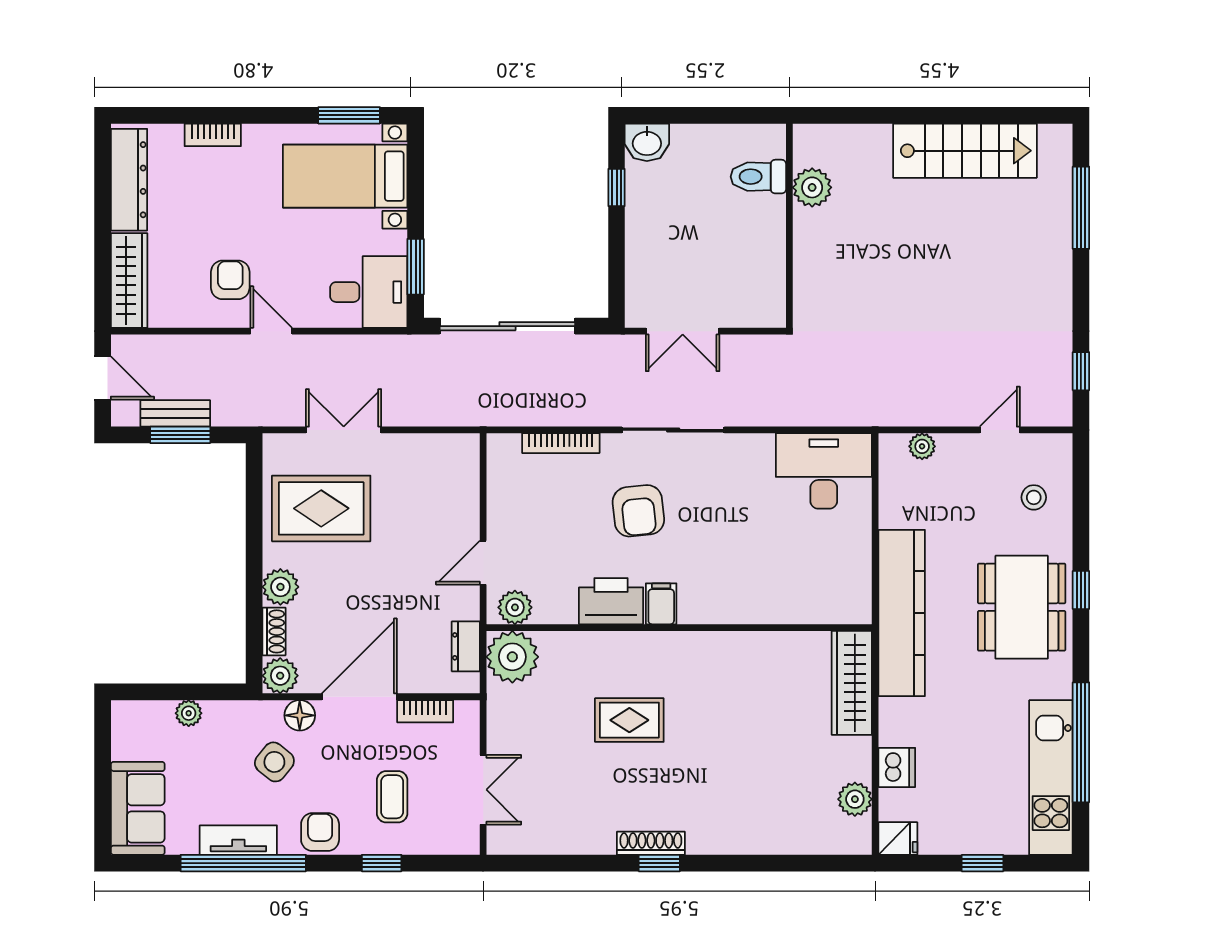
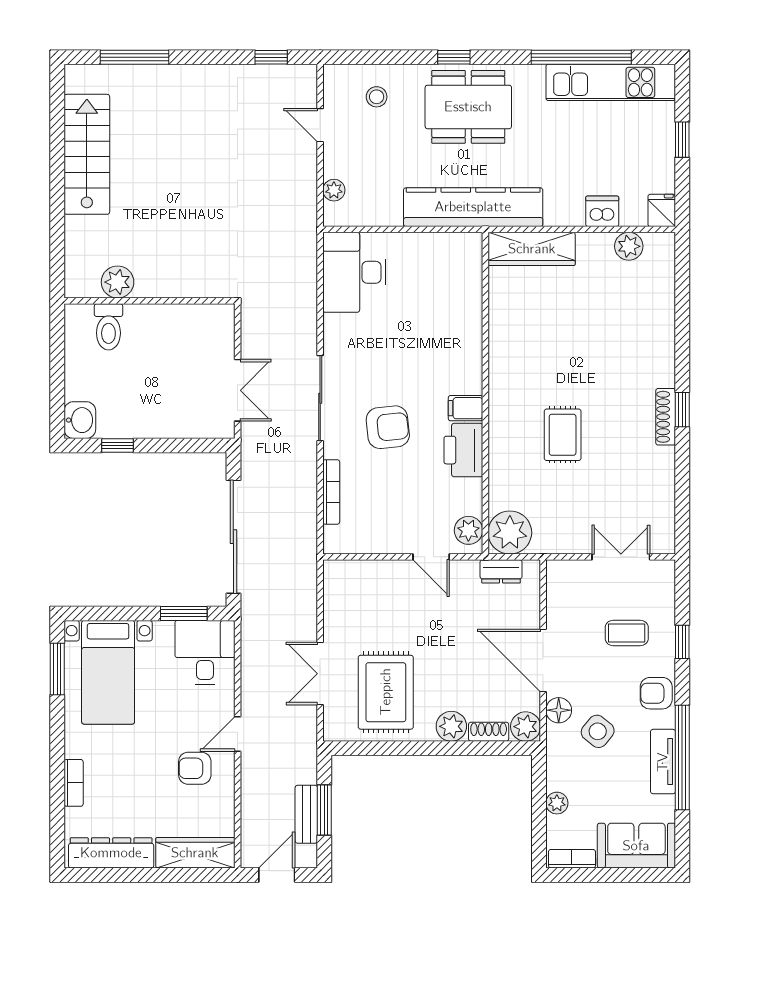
bookcase: (425, 711) -> (572, 859), moved, turned -90

